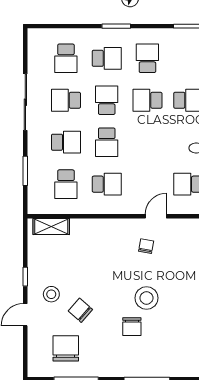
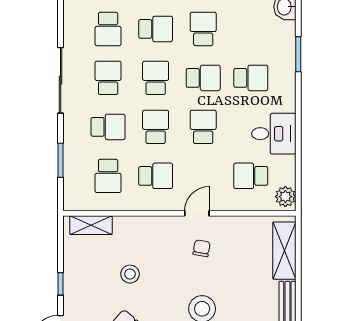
school desk: (66, 100) -> (108, 78), turned 90
school desk: (147, 100) -> (203, 78), turned 180
school desk: (107, 142) -> (156, 127), turned 180
school desk: (147, 142) -> (203, 127), added
door: (156, 216) -> (197, 213), moved
stool: (51, 294) -> (130, 274), moved

